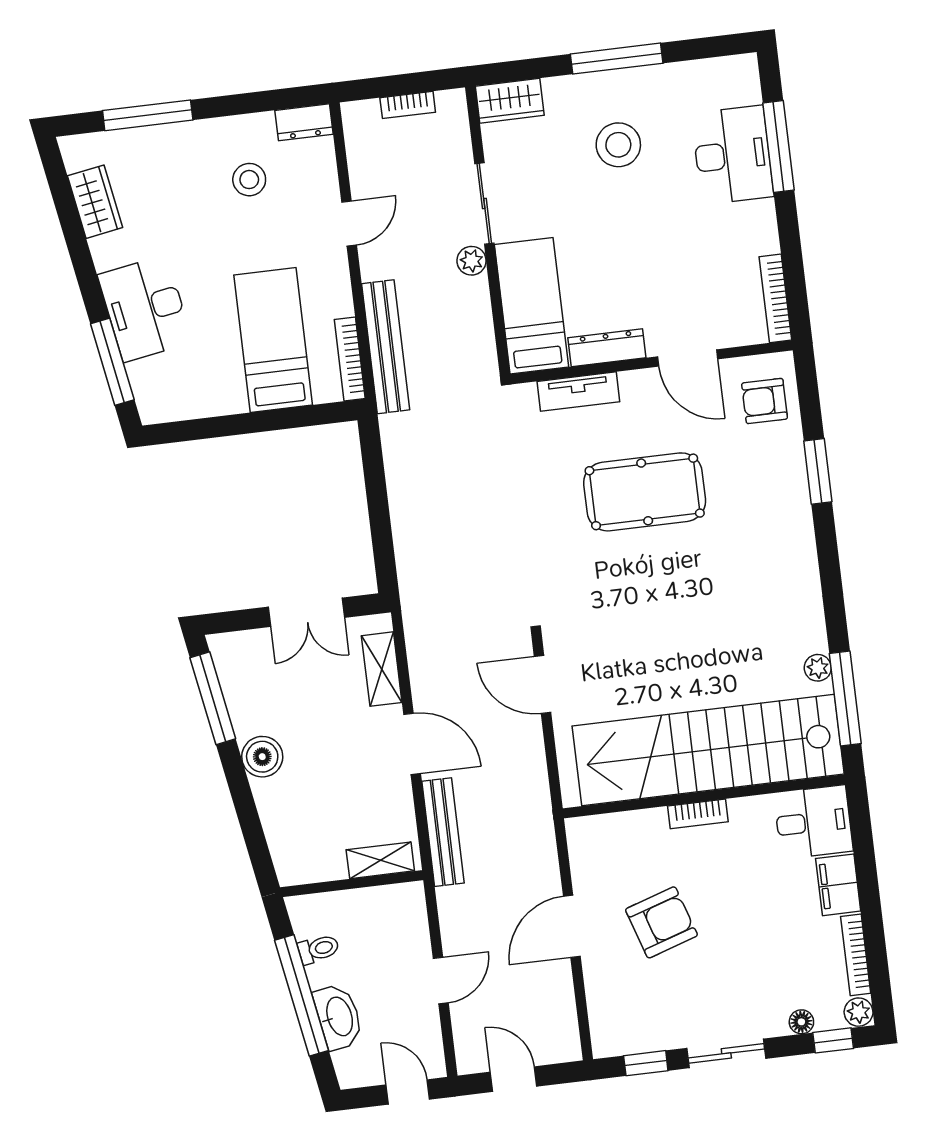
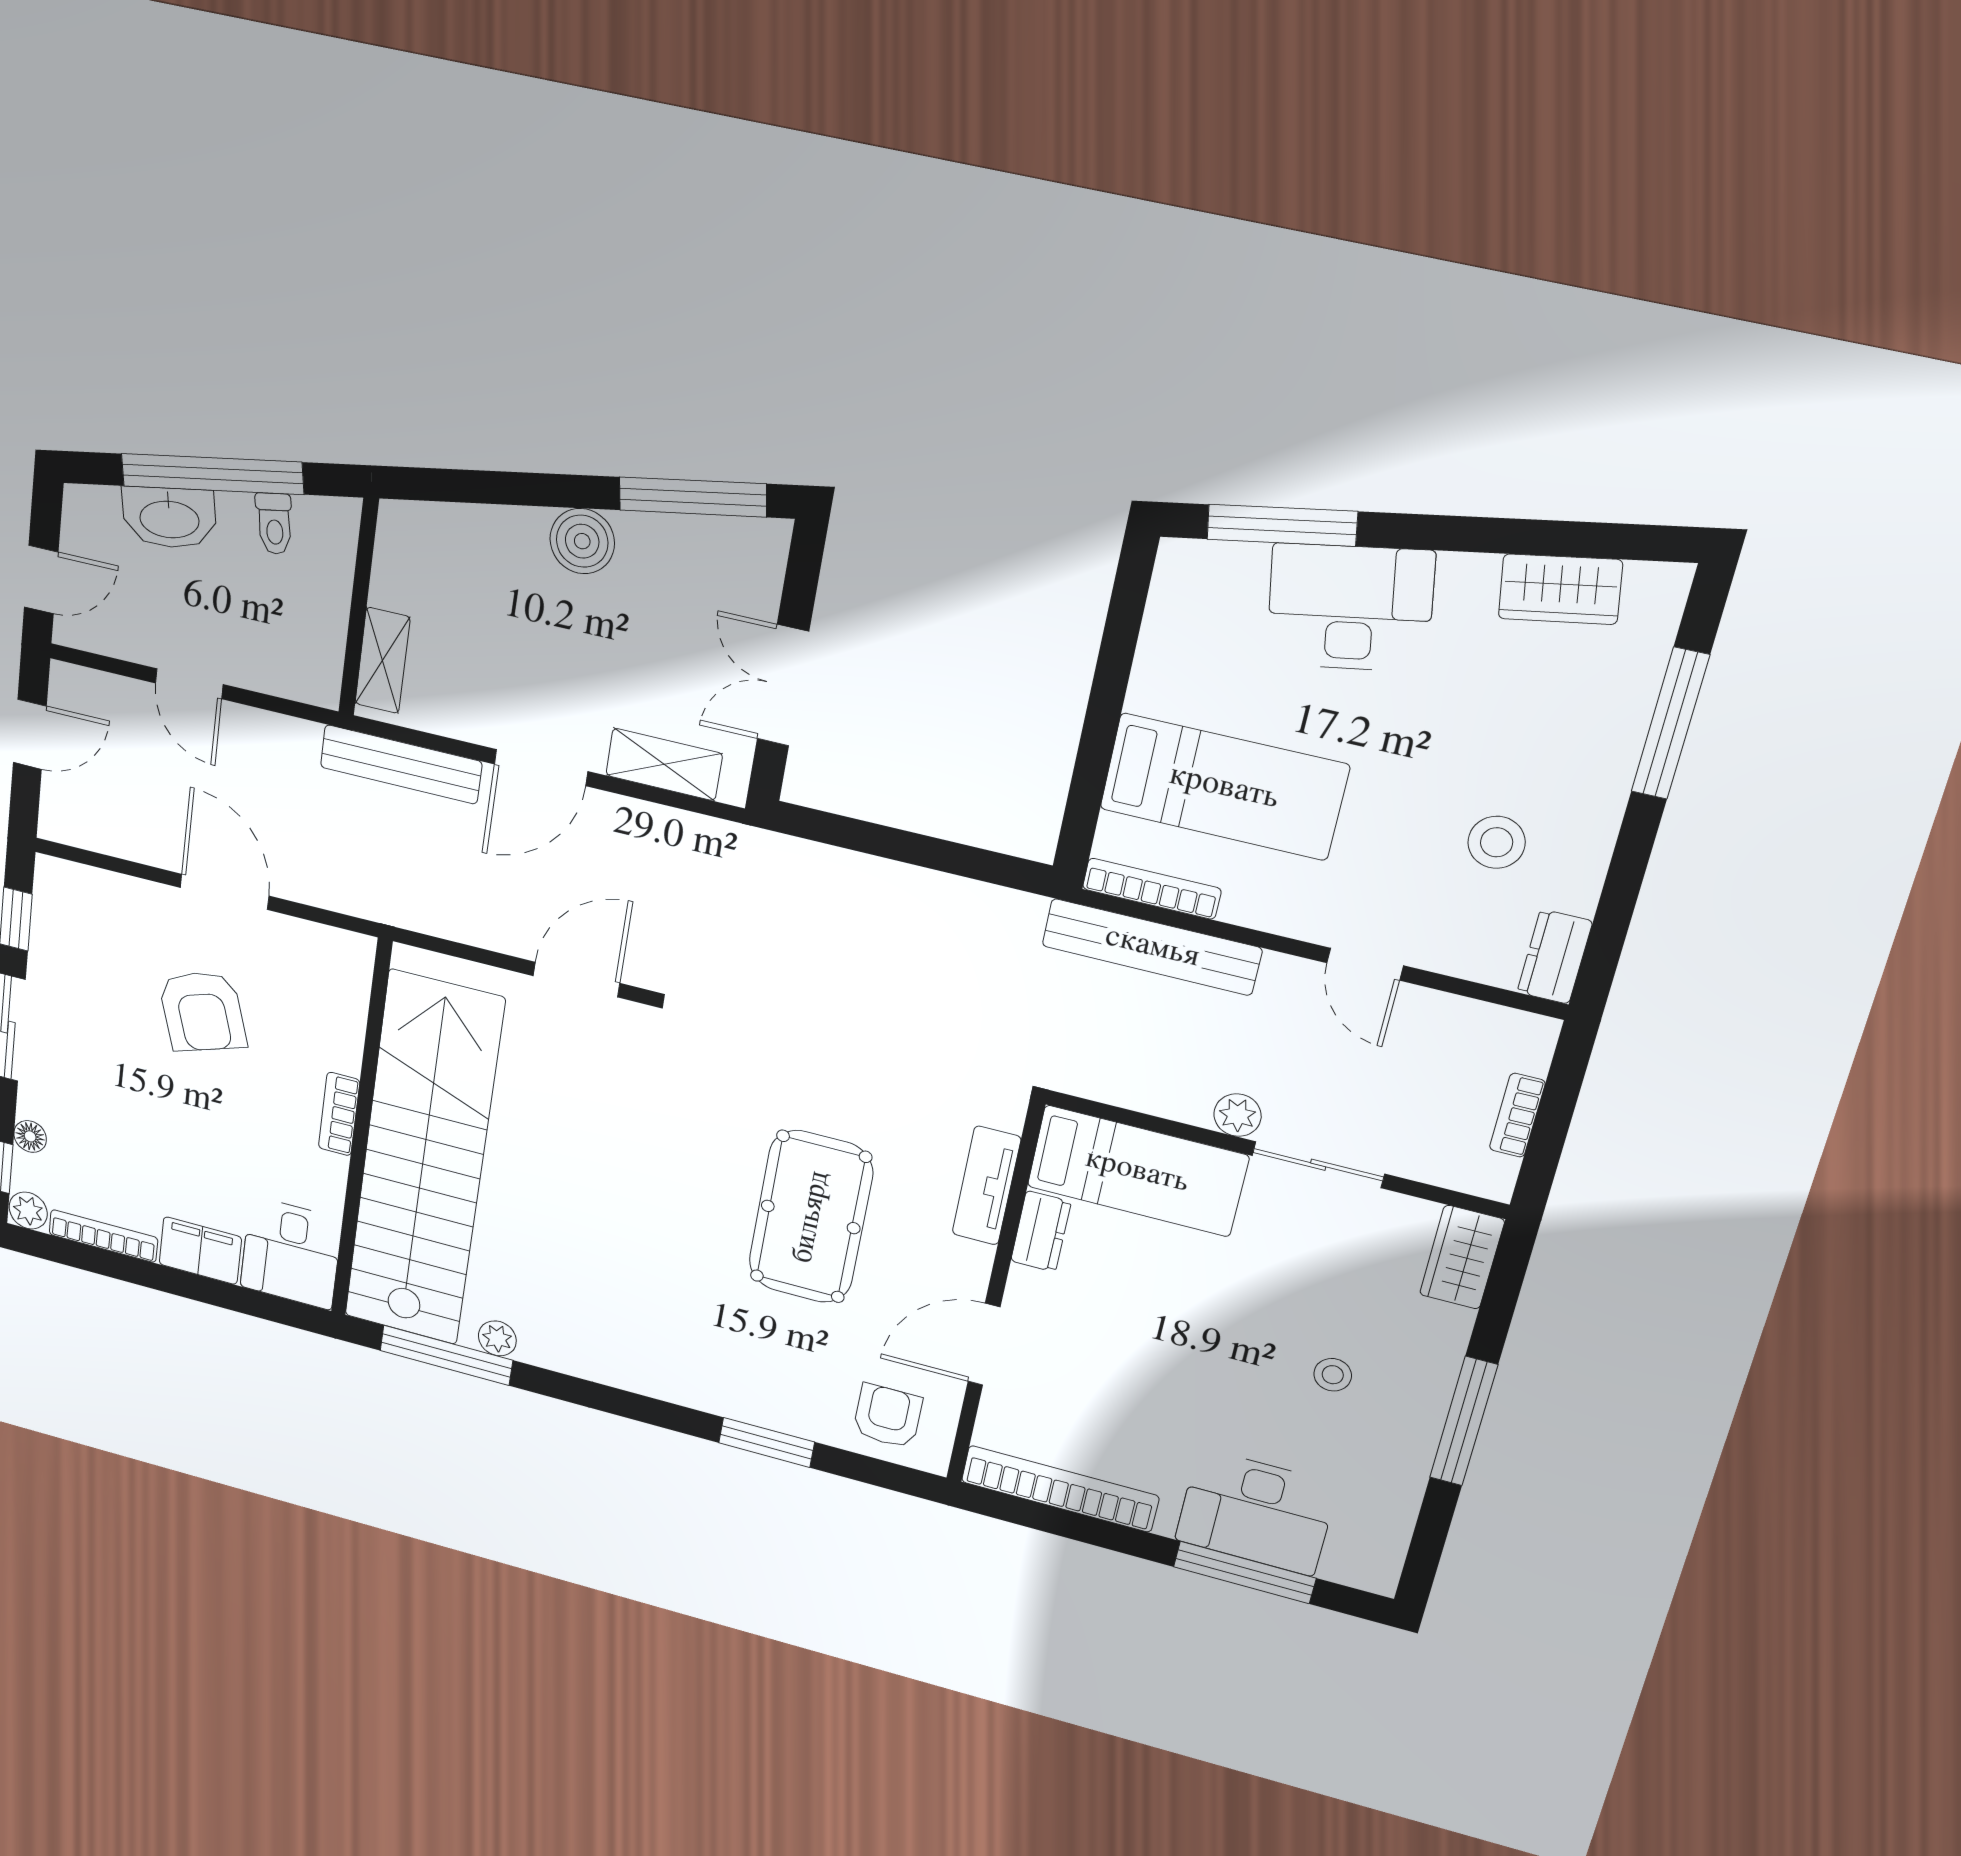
stool: (618, 145) -> (1333, 1375), width x0.53, depth x0.53
bookcase: (775, 298) -> (1060, 1489), width x1.48, depth x1.31
dresser: (607, 348) -> (1041, 1231), width x0.70

